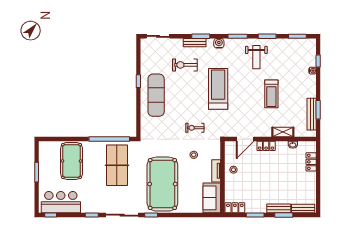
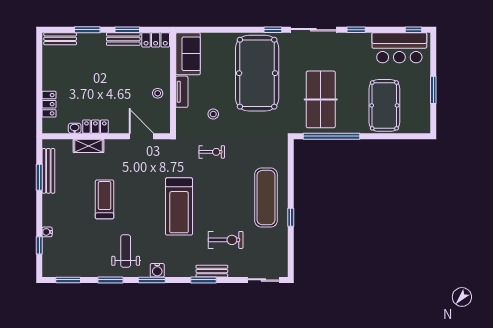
water cooler: (219, 43) -> (157, 270), moved
door: (245, 139) -> (141, 136), hinge flipped
locker: (266, 146) -> (95, 127), moved
bench: (279, 208) -> (123, 39), moved

